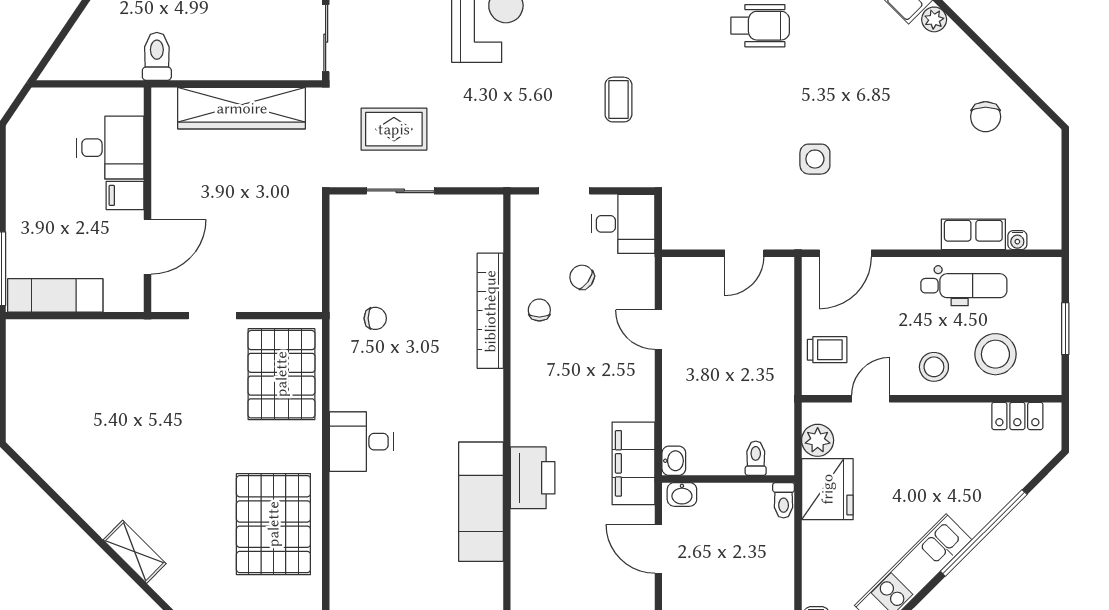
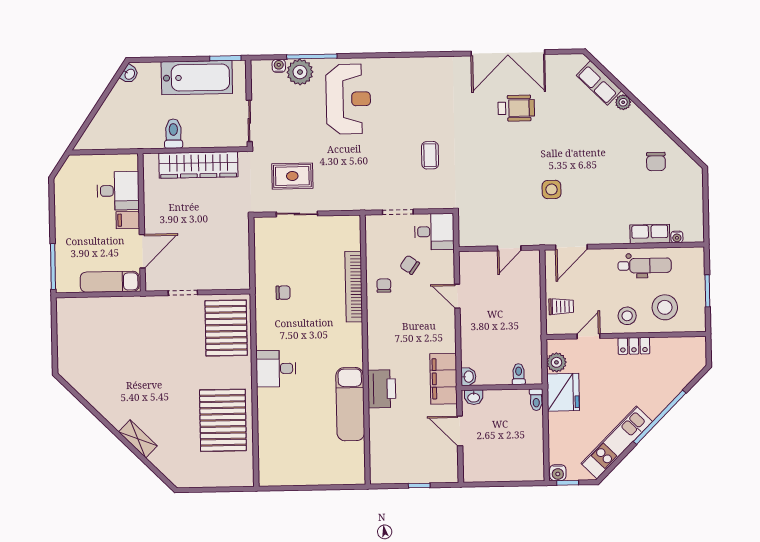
toilet: (157, 56) -> (173, 134), moved
exam couch: (55, 295) -> (110, 282), moved
locker: (1017, 416) -> (634, 346), moved

